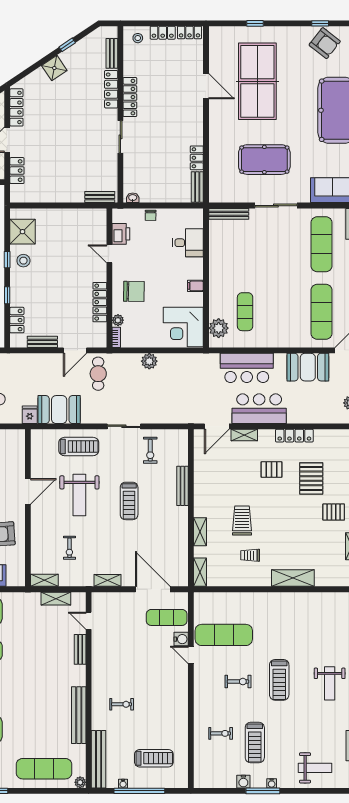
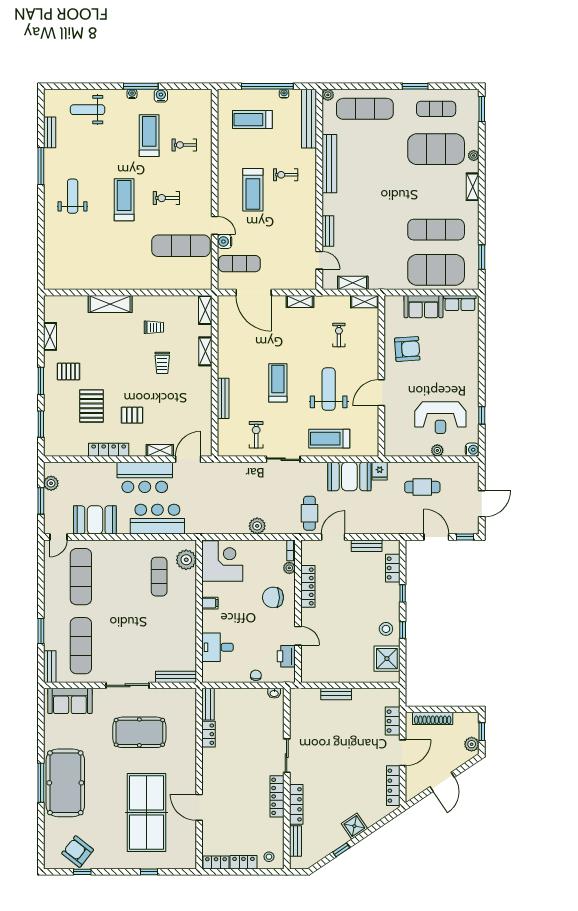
bench: (100, 197) -> (336, 694), moved
trolley: (242, 521) -> (162, 363), width x0.73, depth x0.72
treadmill: (154, 690) -> (253, 190), added

